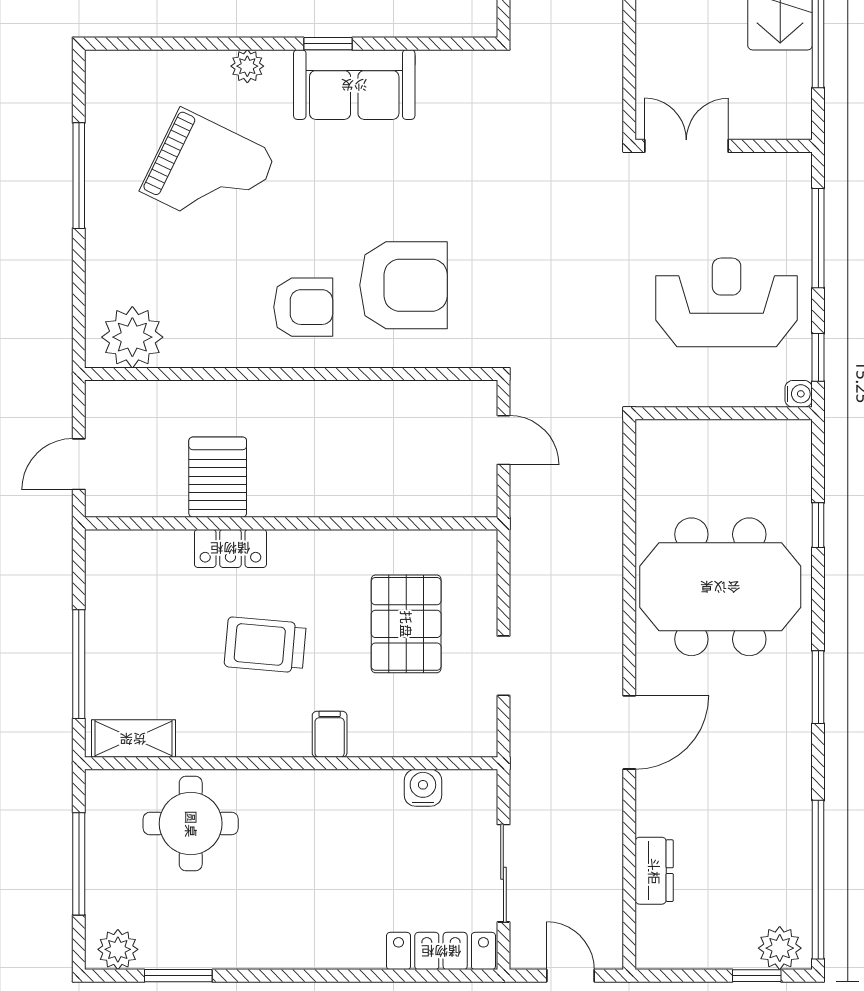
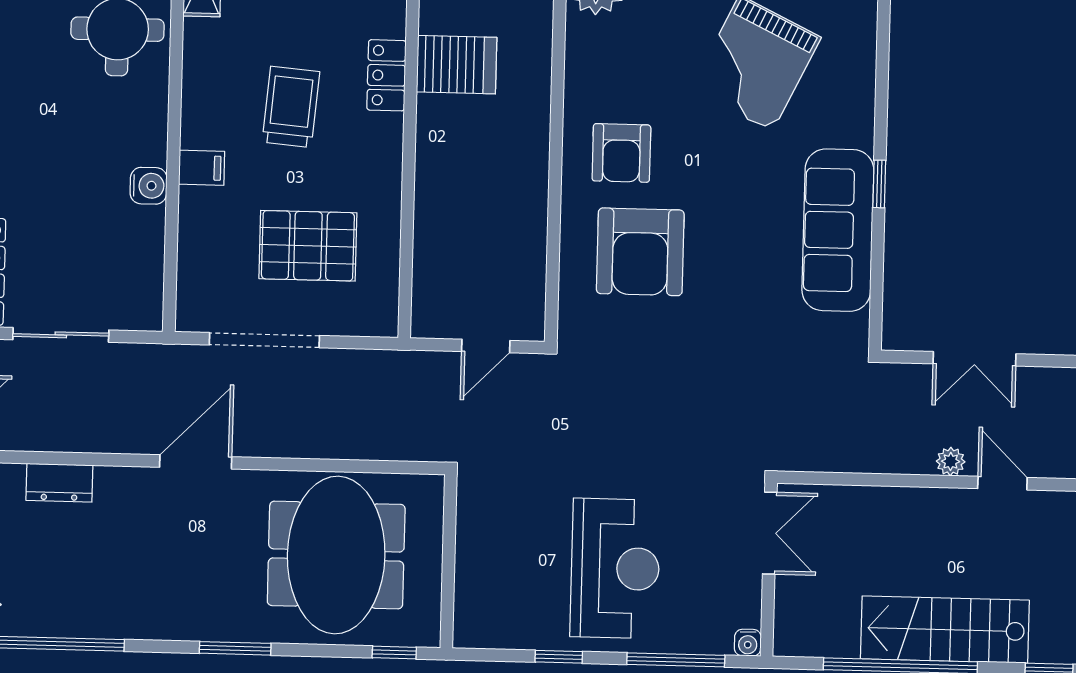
plant: (247, 66) -> (859, 104), removed
sofa: (354, 85) -> (838, 230), width x1.36
water cooler: (799, 394) -> (748, 643), moved
wall: (724, 413) -> (449, 561), moved
doorway: (503, 666) -> (264, 340), width x1.88
door: (629, 732) -> (196, 462), swing flipped
water cooler: (423, 788) -> (149, 186), moved

